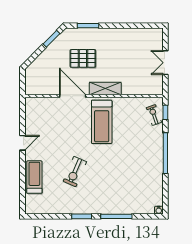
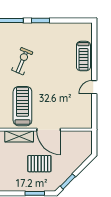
exercise bike: (75, 172) -> (22, 61), moved

